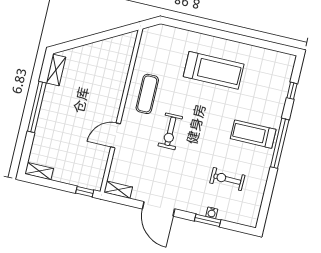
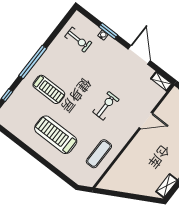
exercise mat: (147, 94) -> (99, 154), moved
treadmill: (253, 134) -> (49, 89), moved
exercise bike: (227, 179) -> (78, 40), moved

